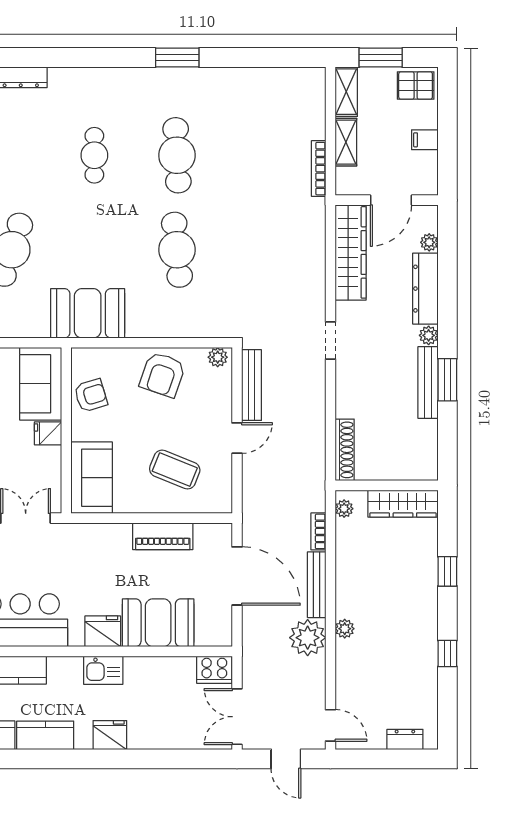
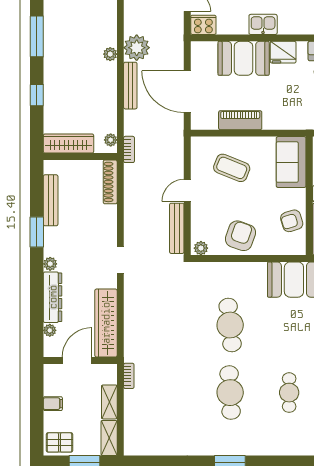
bookcase: (319, 169) -> (129, 376), width x0.64
bench: (428, 383) -> (51, 200), moved
bookcase: (318, 531) -> (129, 149), moved
window: (447, 654) -> (37, 36), width x2.17
kitchen sink: (103, 670) -> (263, 24), moved

